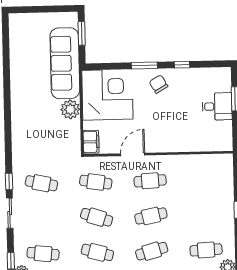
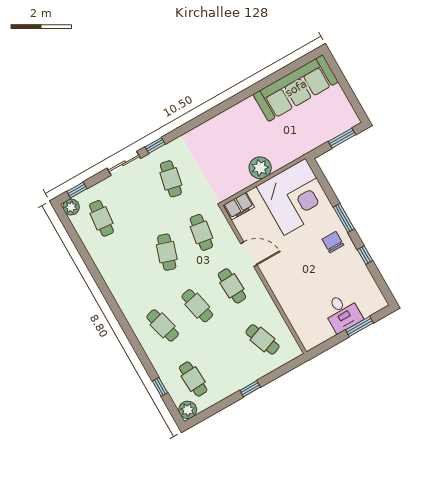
sofa: (65, 63) -> (296, 88), moved, turned 180
chair: (158, 84) -> (333, 242), turned -60
cafe table: (97, 252) -> (262, 339), moved, turned -36

